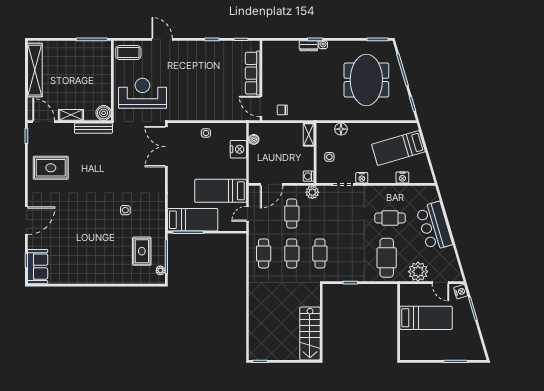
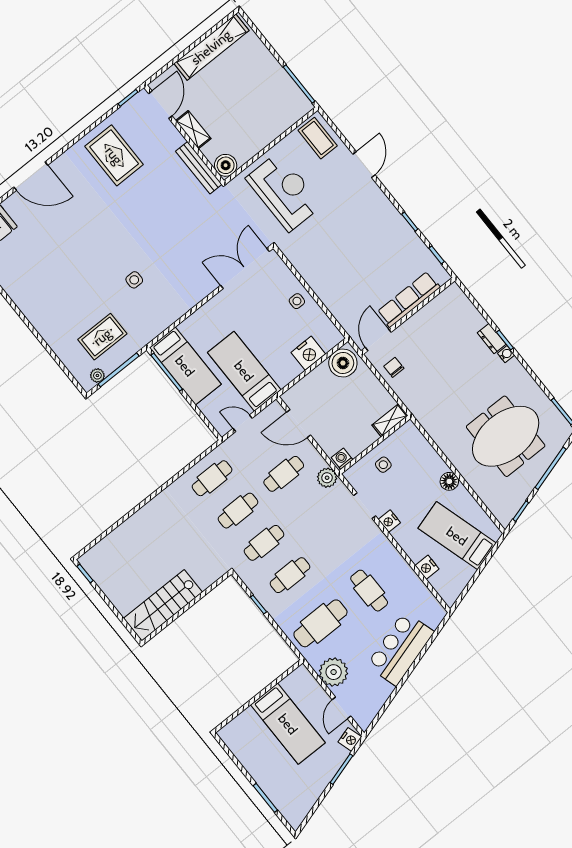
floor lamp: (341, 129) -> (449, 481), moved
boiler: (254, 139) -> (343, 363), width x1.86, depth x1.86
cafe table: (348, 253) -> (290, 575), added

